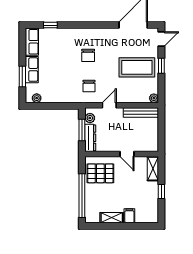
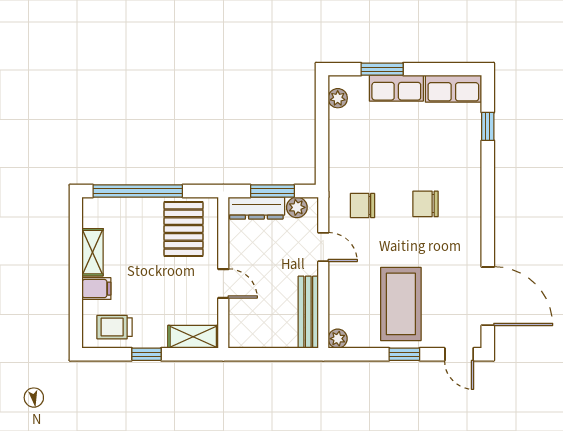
door: (127, 154) -> (223, 283), swing flipped
trolley: (148, 207) -> (115, 327), added

